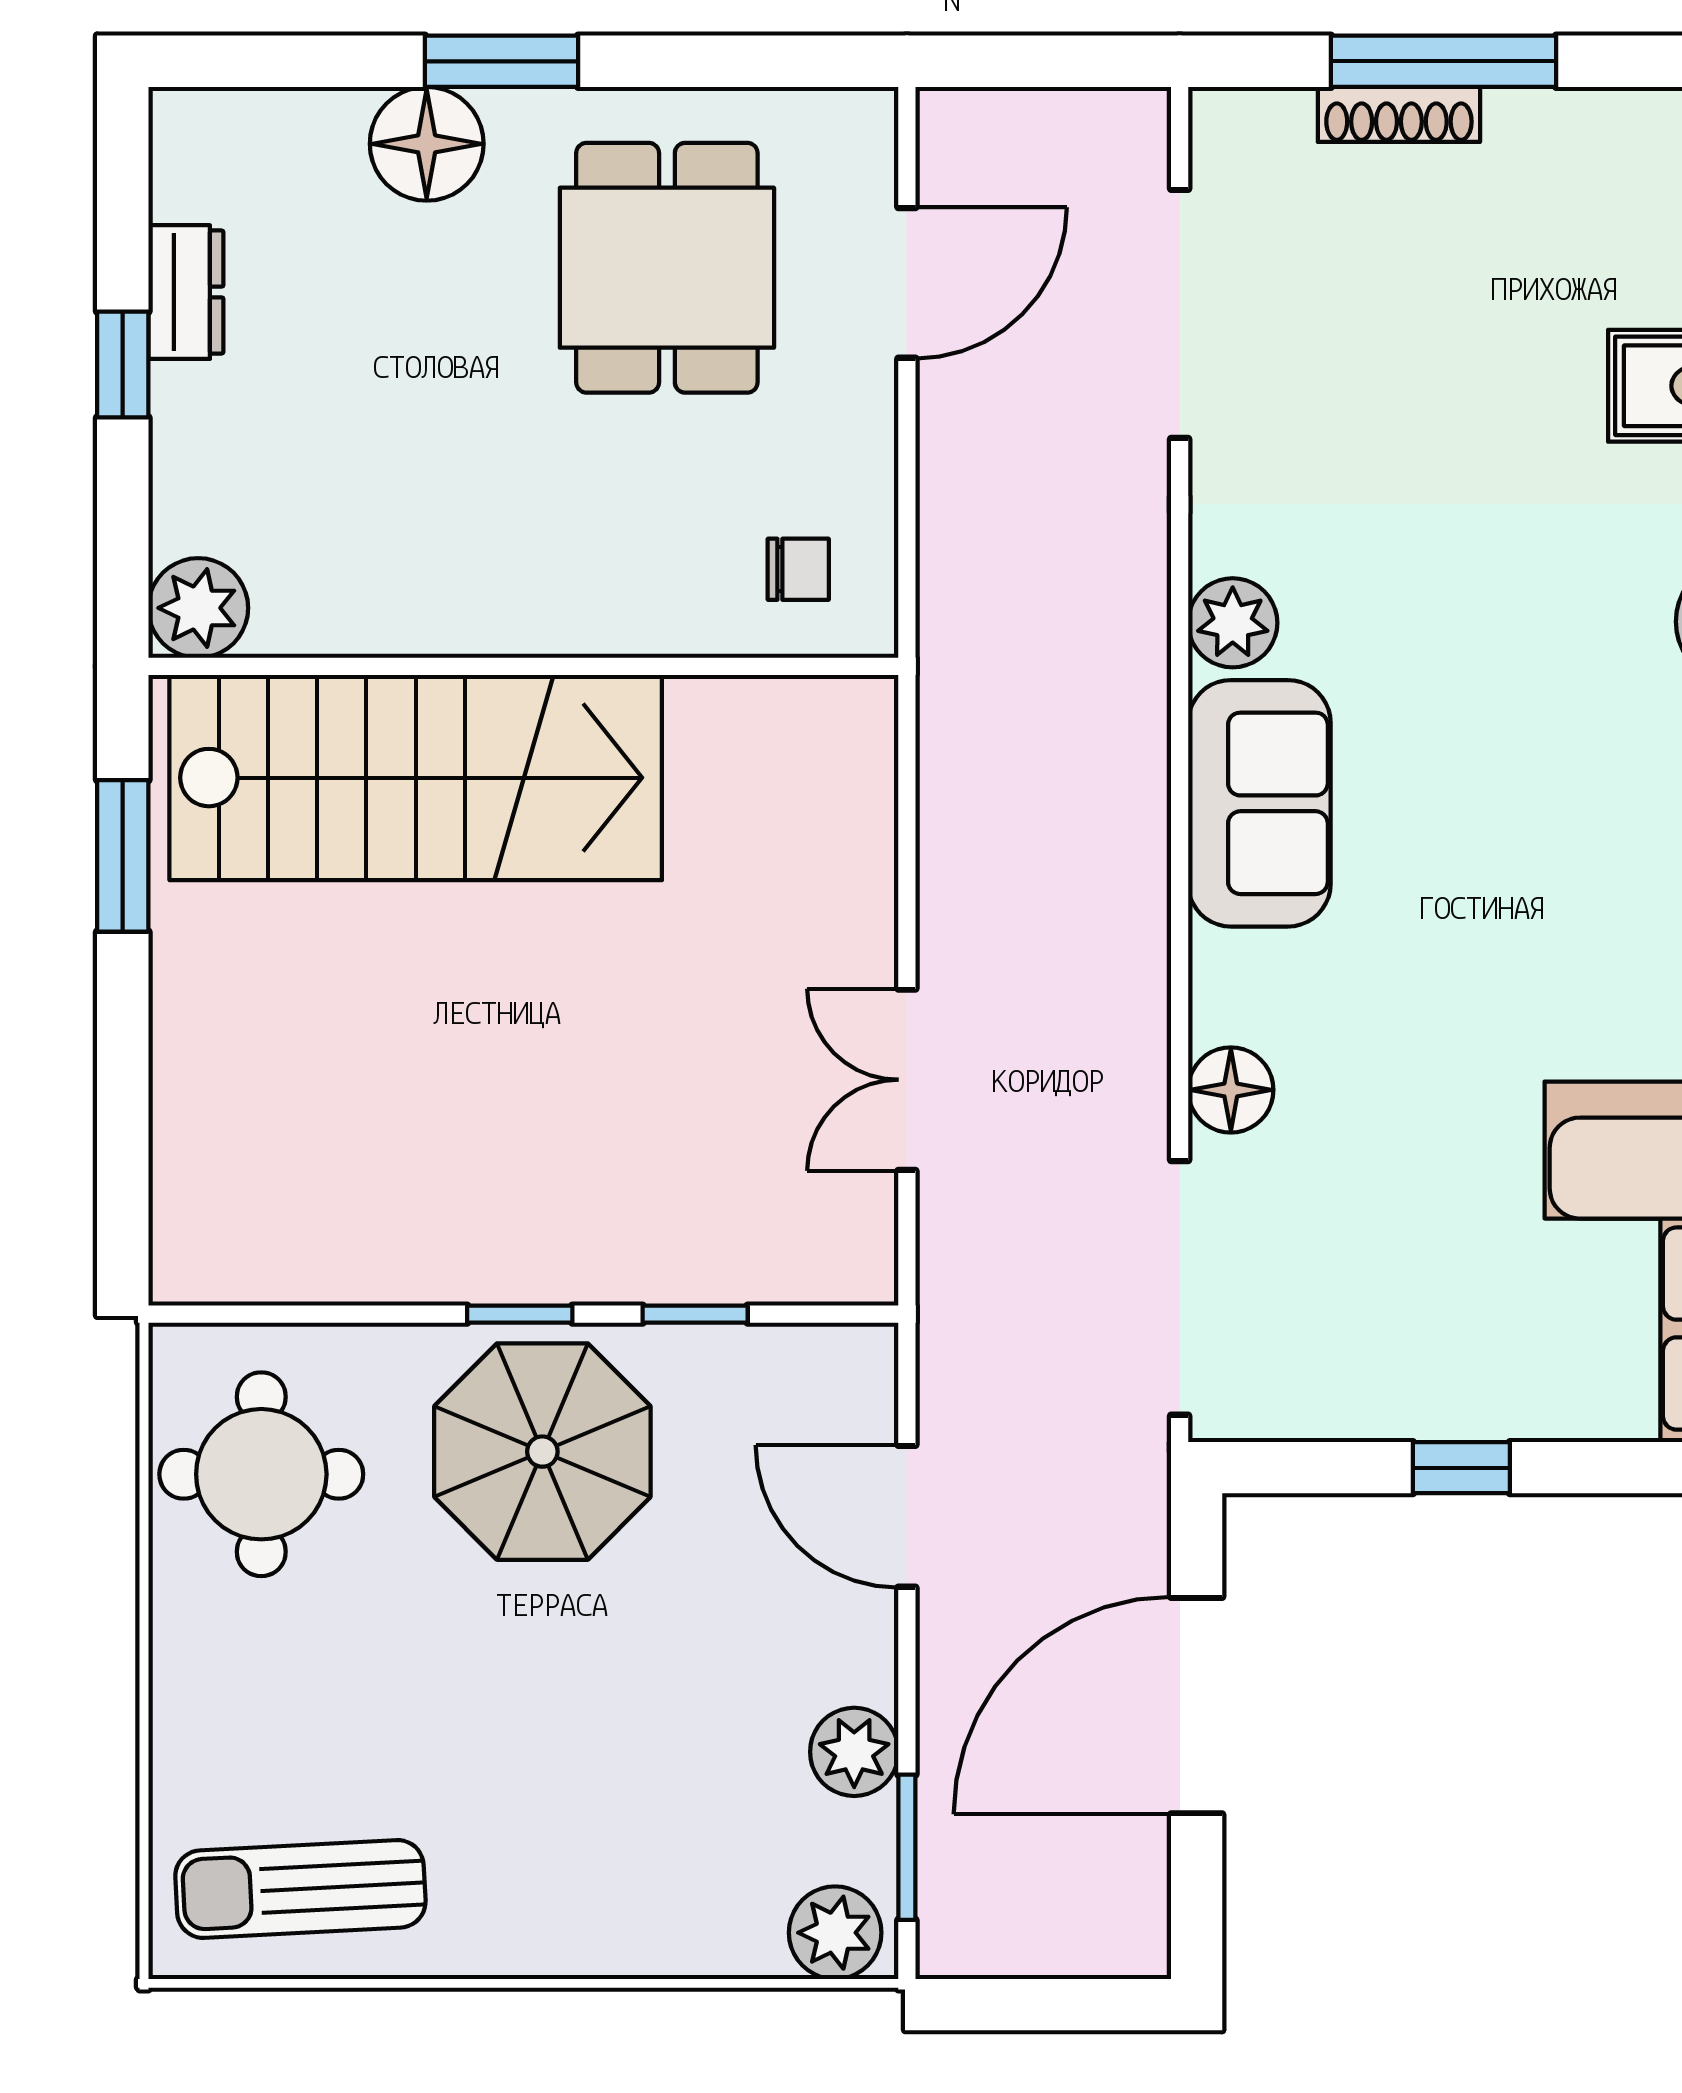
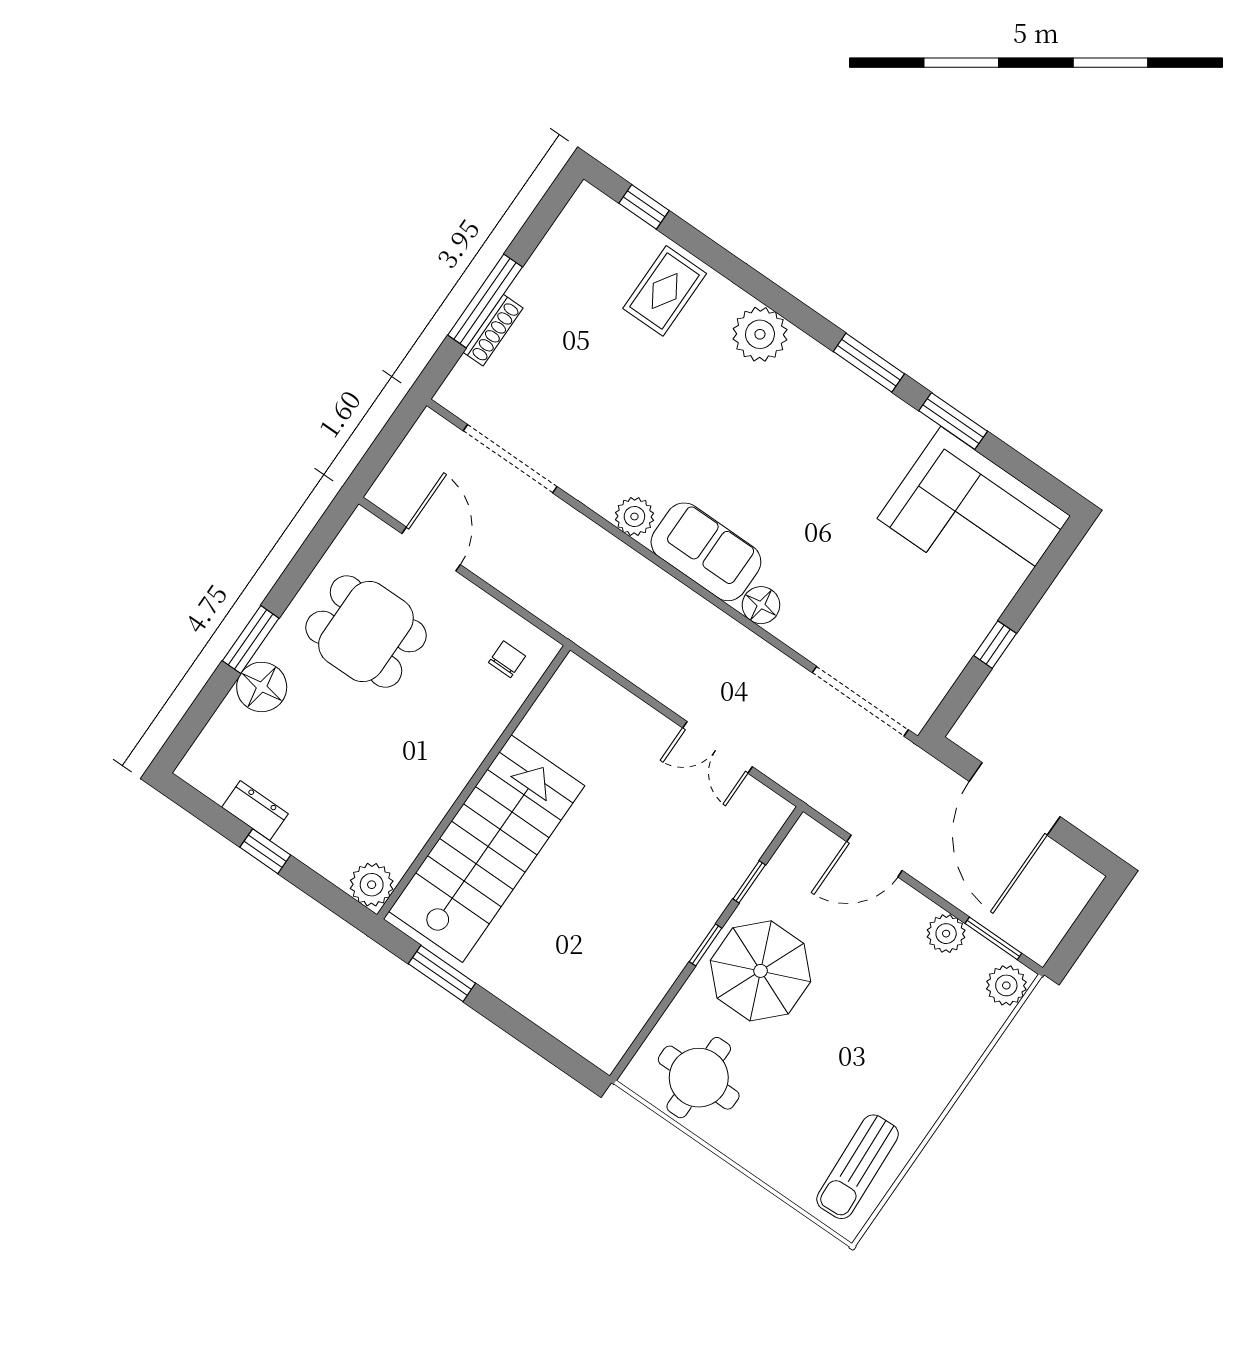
floor lamp: (1231, 1090) -> (761, 605), moved

